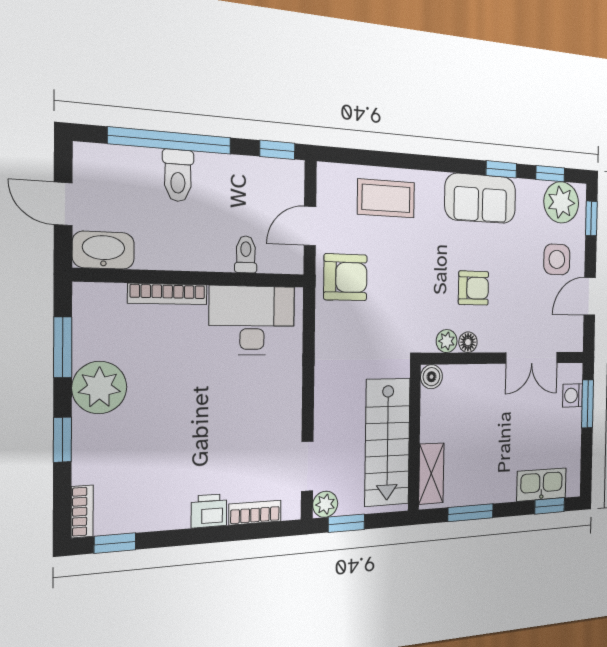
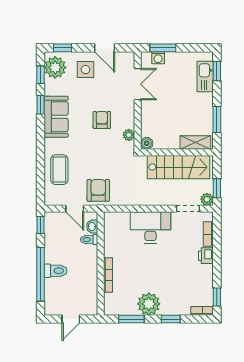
washbasin: (103, 250) -> (92, 226), moved, width x0.52, depth x0.69
desk: (252, 320) -> (151, 227), moved, turned 90
floor lamp: (468, 342) -> (129, 123), removed

